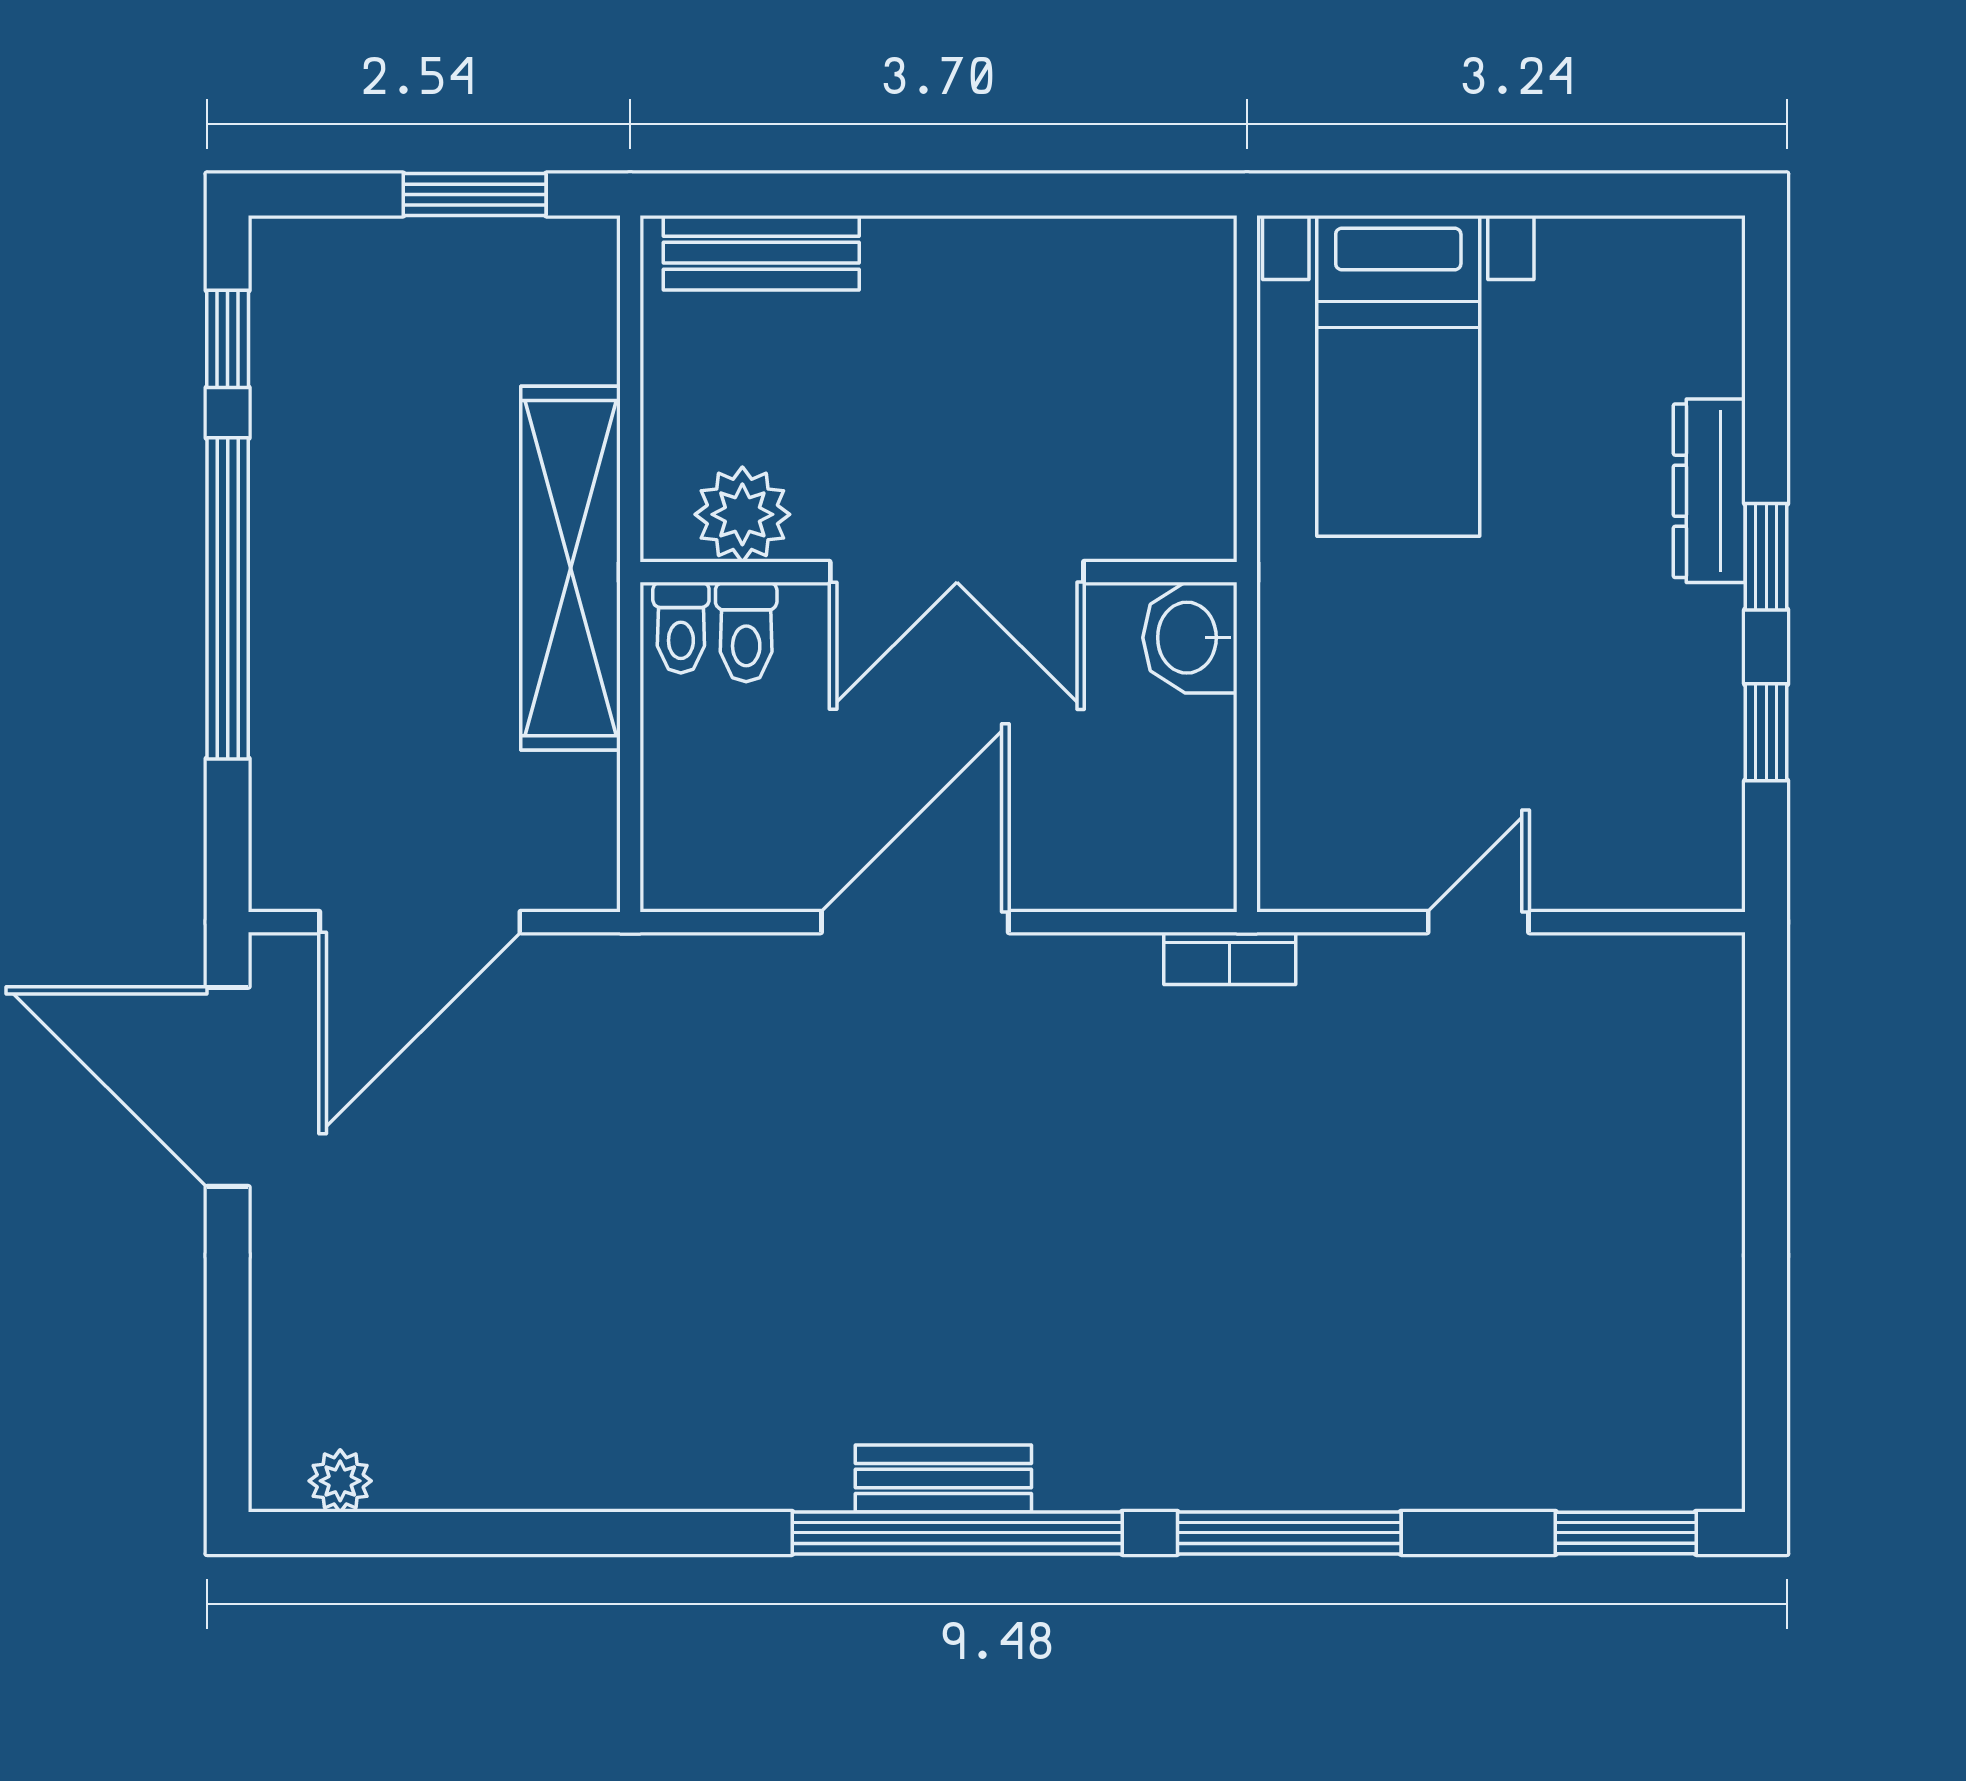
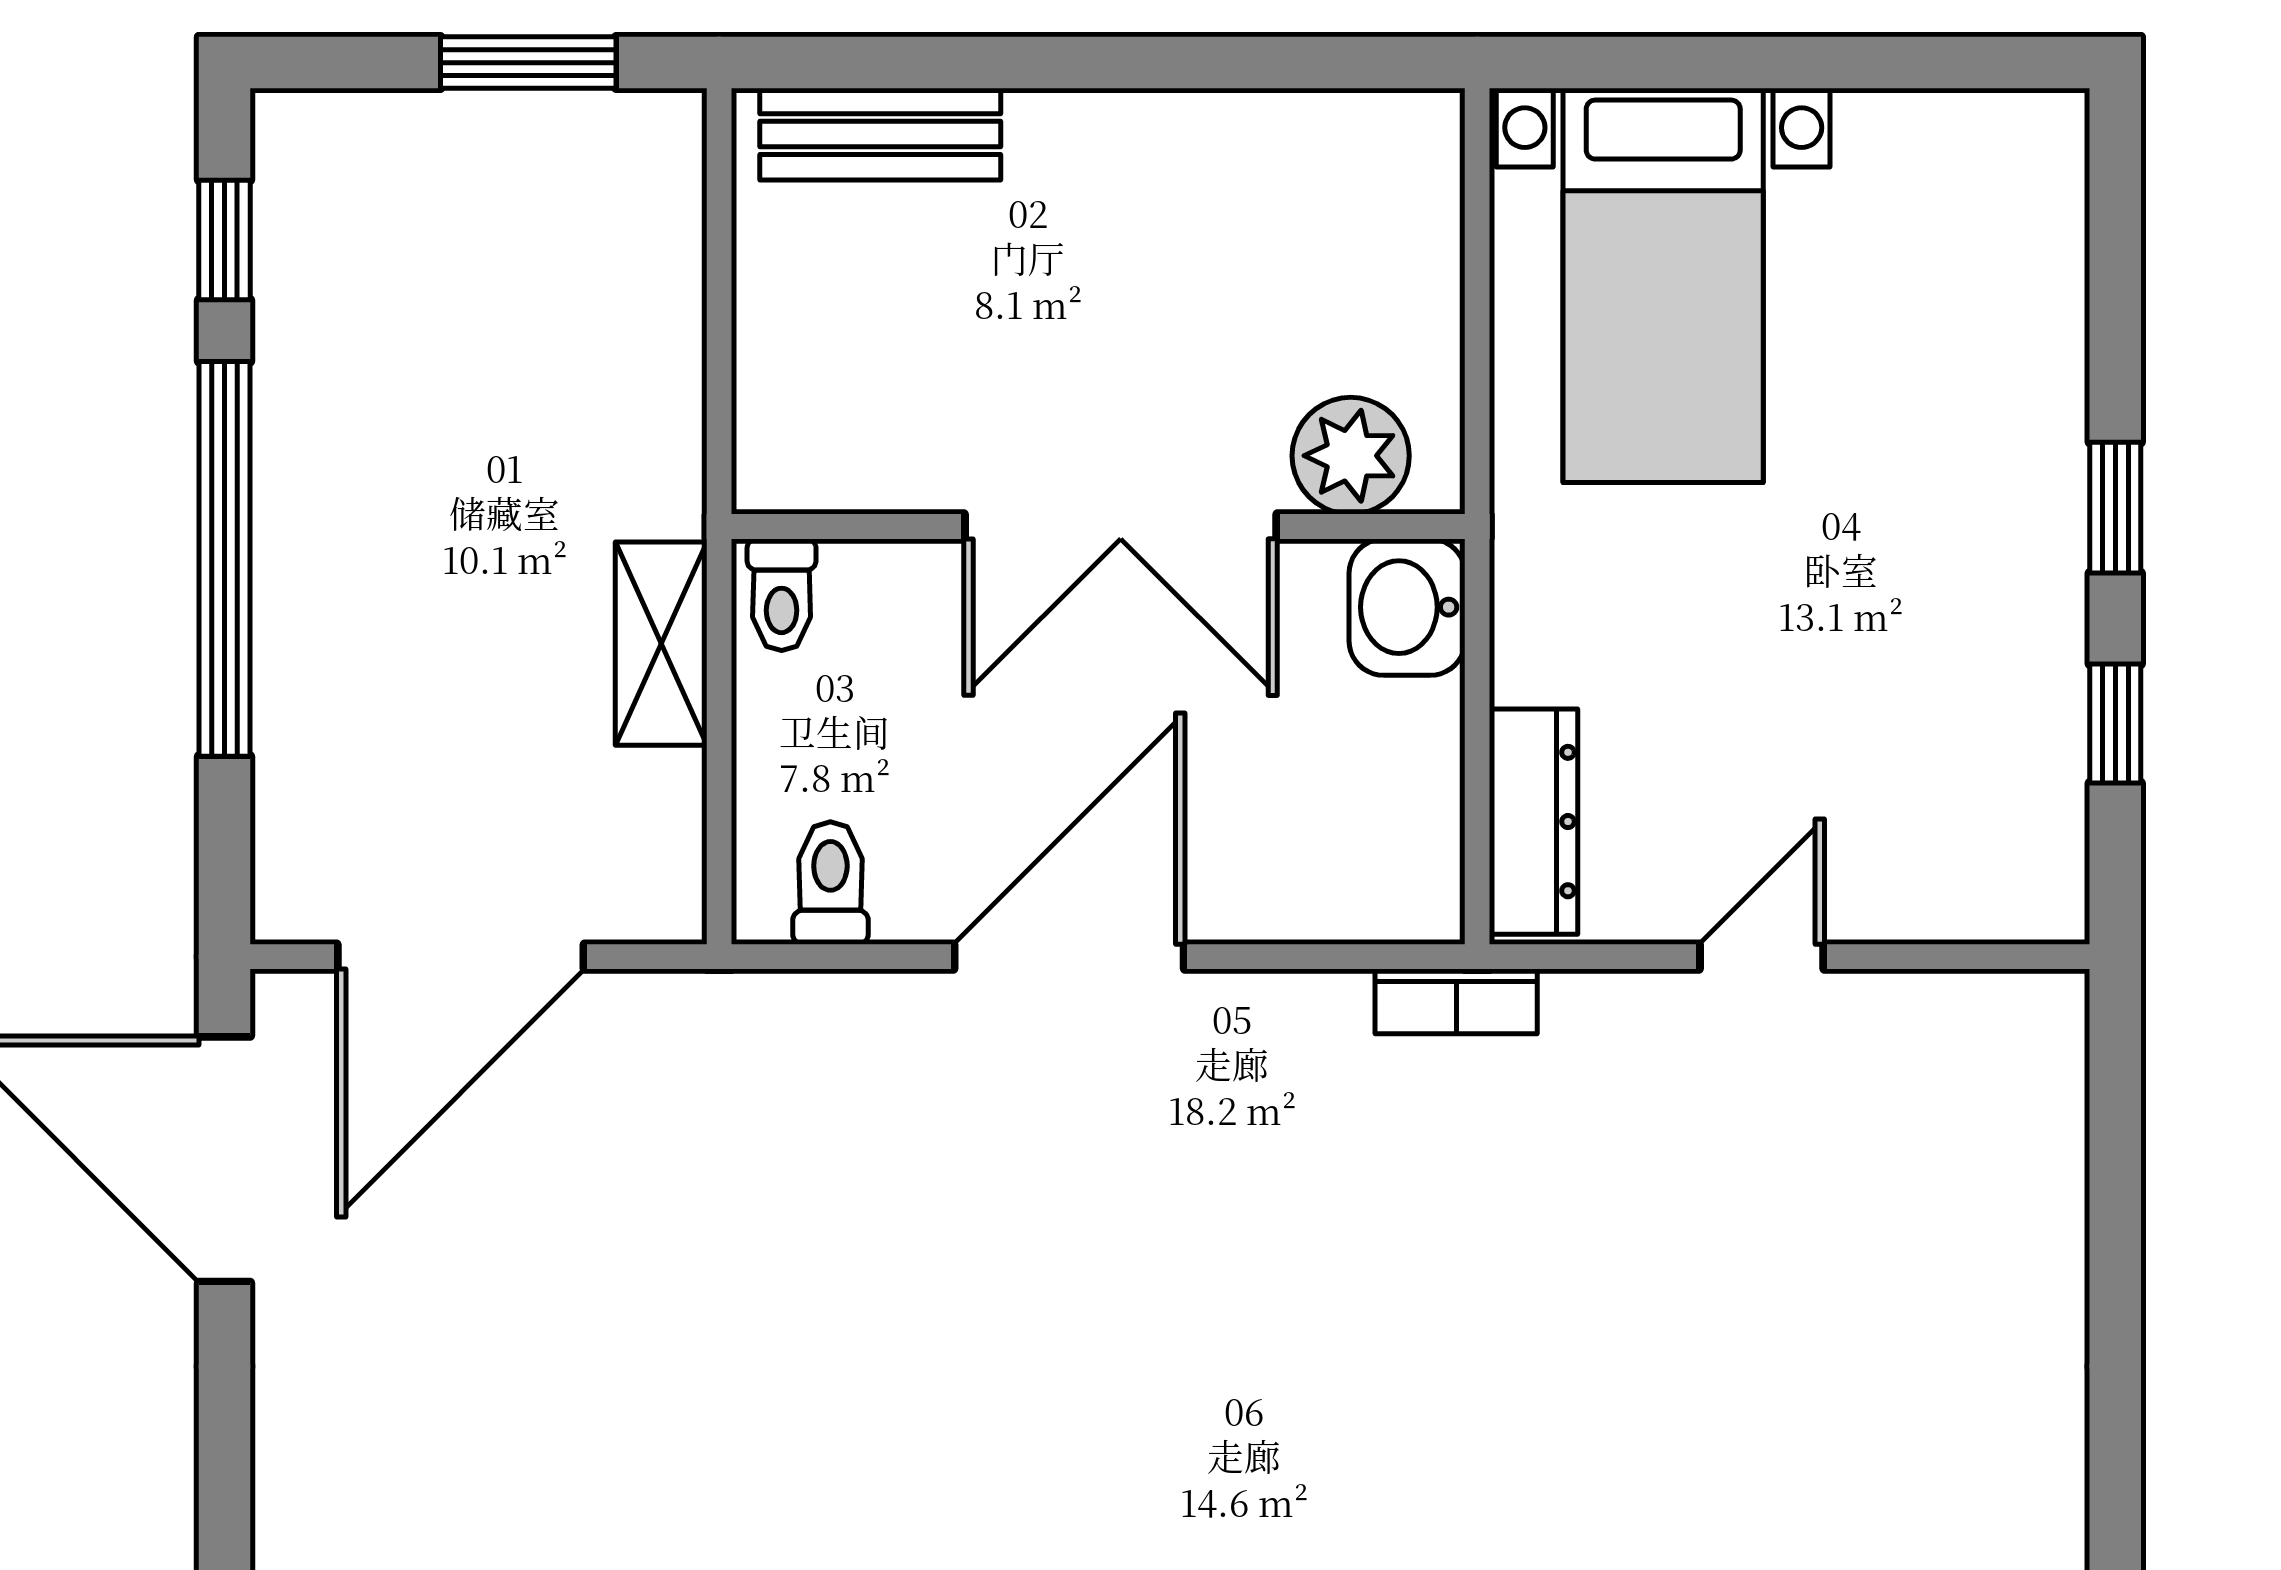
dresser: (1709, 491) -> (1534, 822), moved, turned 180
plant: (742, 514) -> (1351, 456), moved
shelving: (570, 568) -> (661, 644), width x0.45, depth x0.75
toilet: (746, 632) -> (830, 883), moved, turned 180

